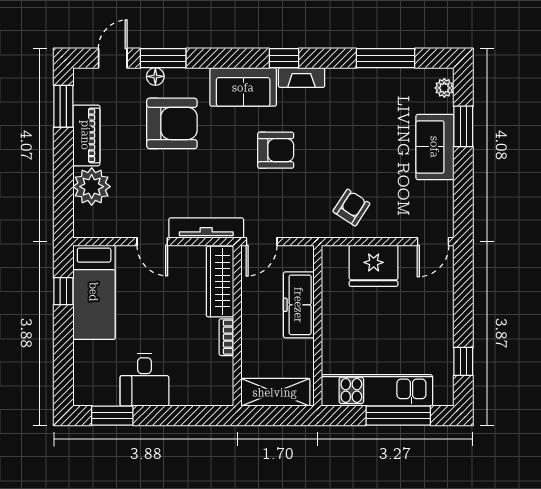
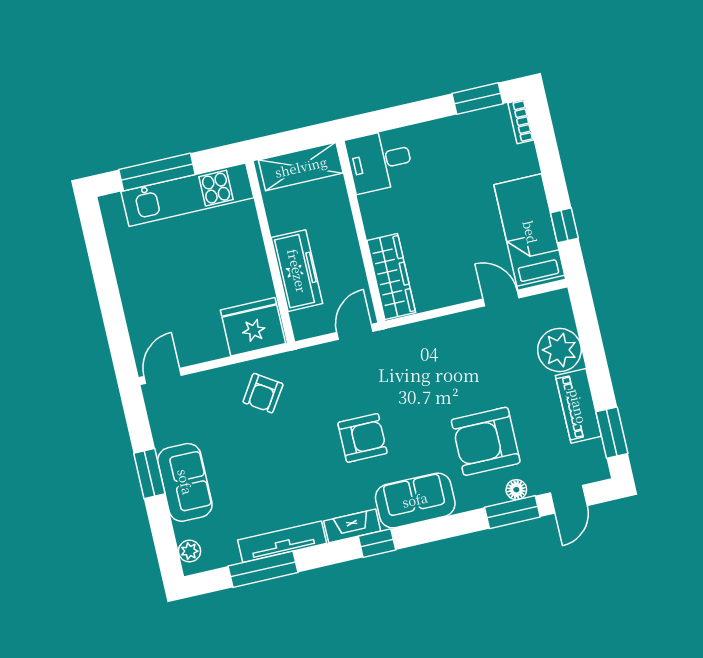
window: (463, 126) -> (149, 473), moved
armchair: (276, 150) -> (362, 438), turned 180
tv unit: (206, 228) -> (282, 542), moved, turned 180
door: (152, 242) -> (501, 298), moved
fridge: (374, 266) -> (253, 327), moved
bookcase: (226, 337) -> (521, 122), moved, turned 180
window: (463, 361) -> (98, 249), removed
desk: (144, 380) -> (380, 161), moved, turned -90

